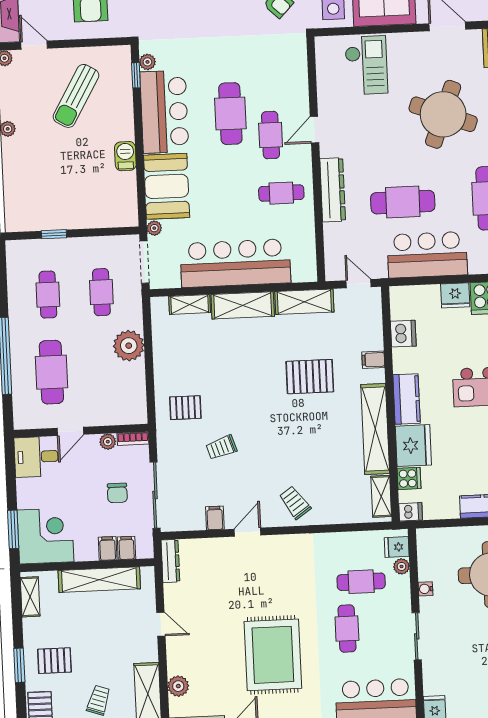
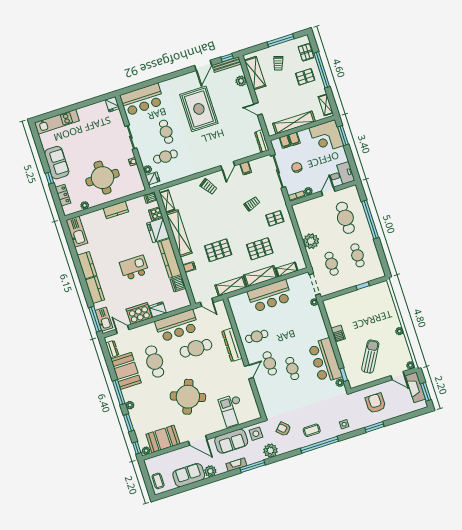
cafe table: (230, 114) -> (292, 369), width x0.73, depth x0.74
booth: (167, 186) -> (314, 324), removed
bar counter: (235, 263) -> (270, 296), width x0.73
pallet: (230, 358) -> (260, 249), added
kitchen counter: (407, 399) -> (170, 258), width x1.50
window: (19, 665) -> (322, 70), width x2.11

